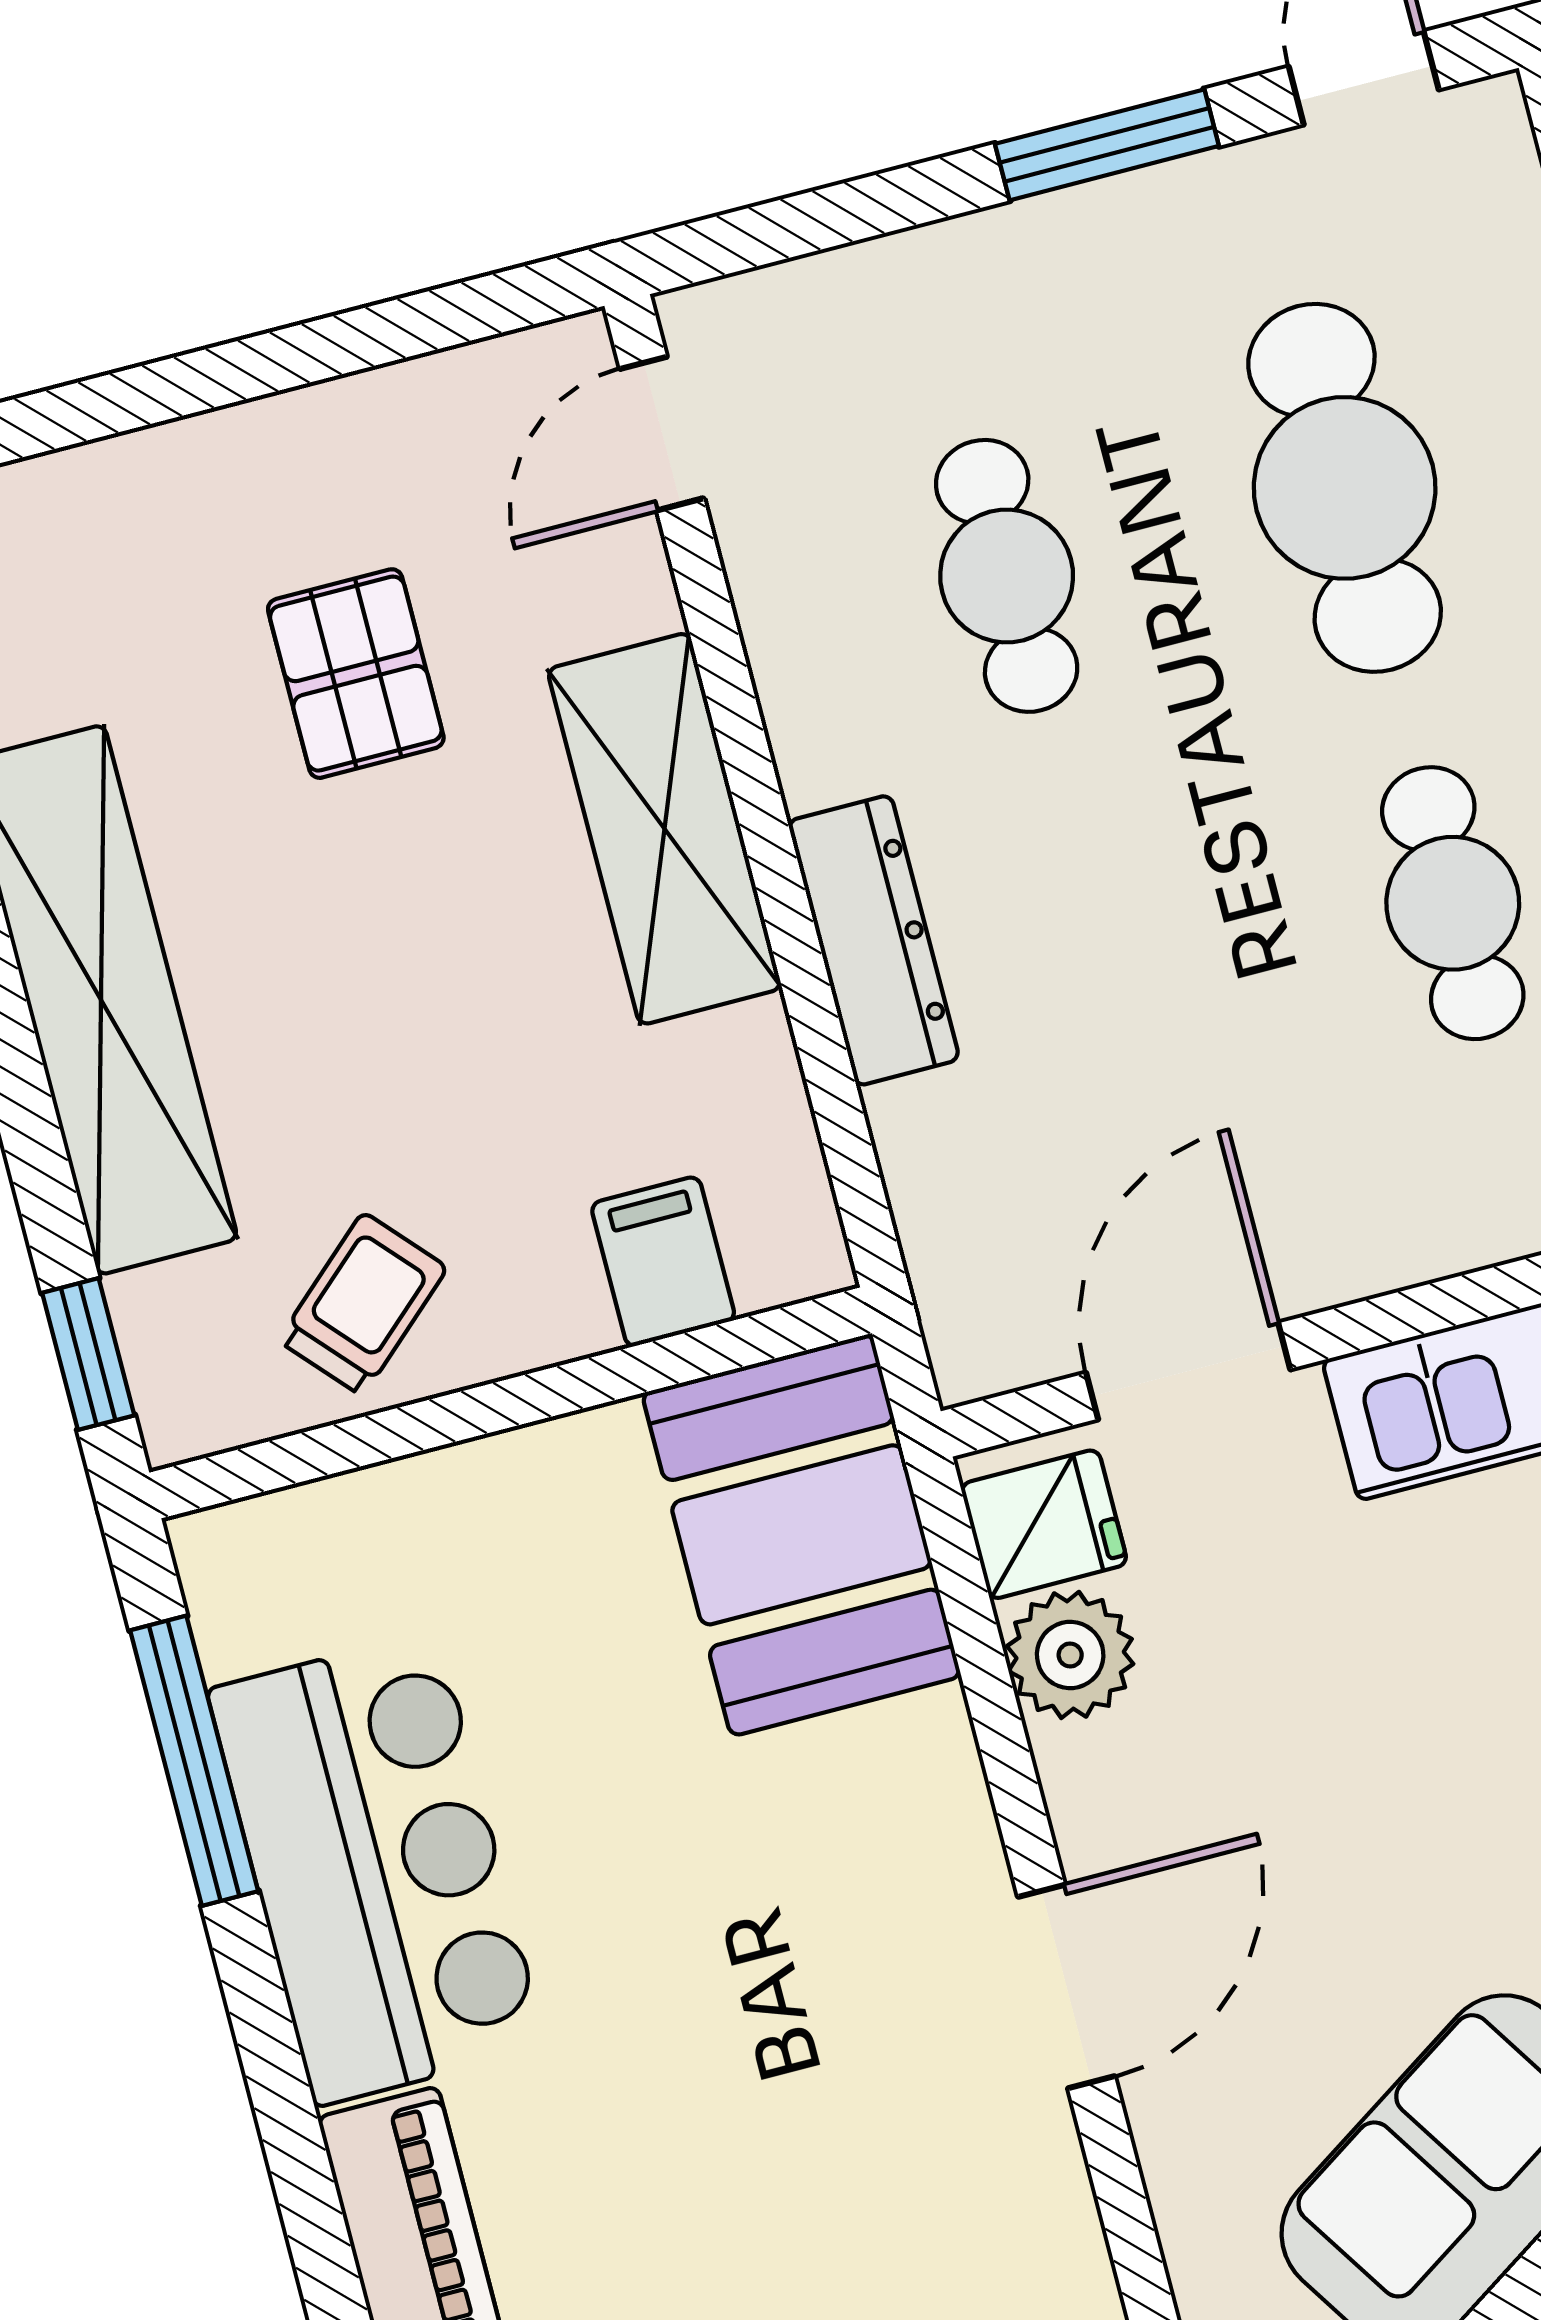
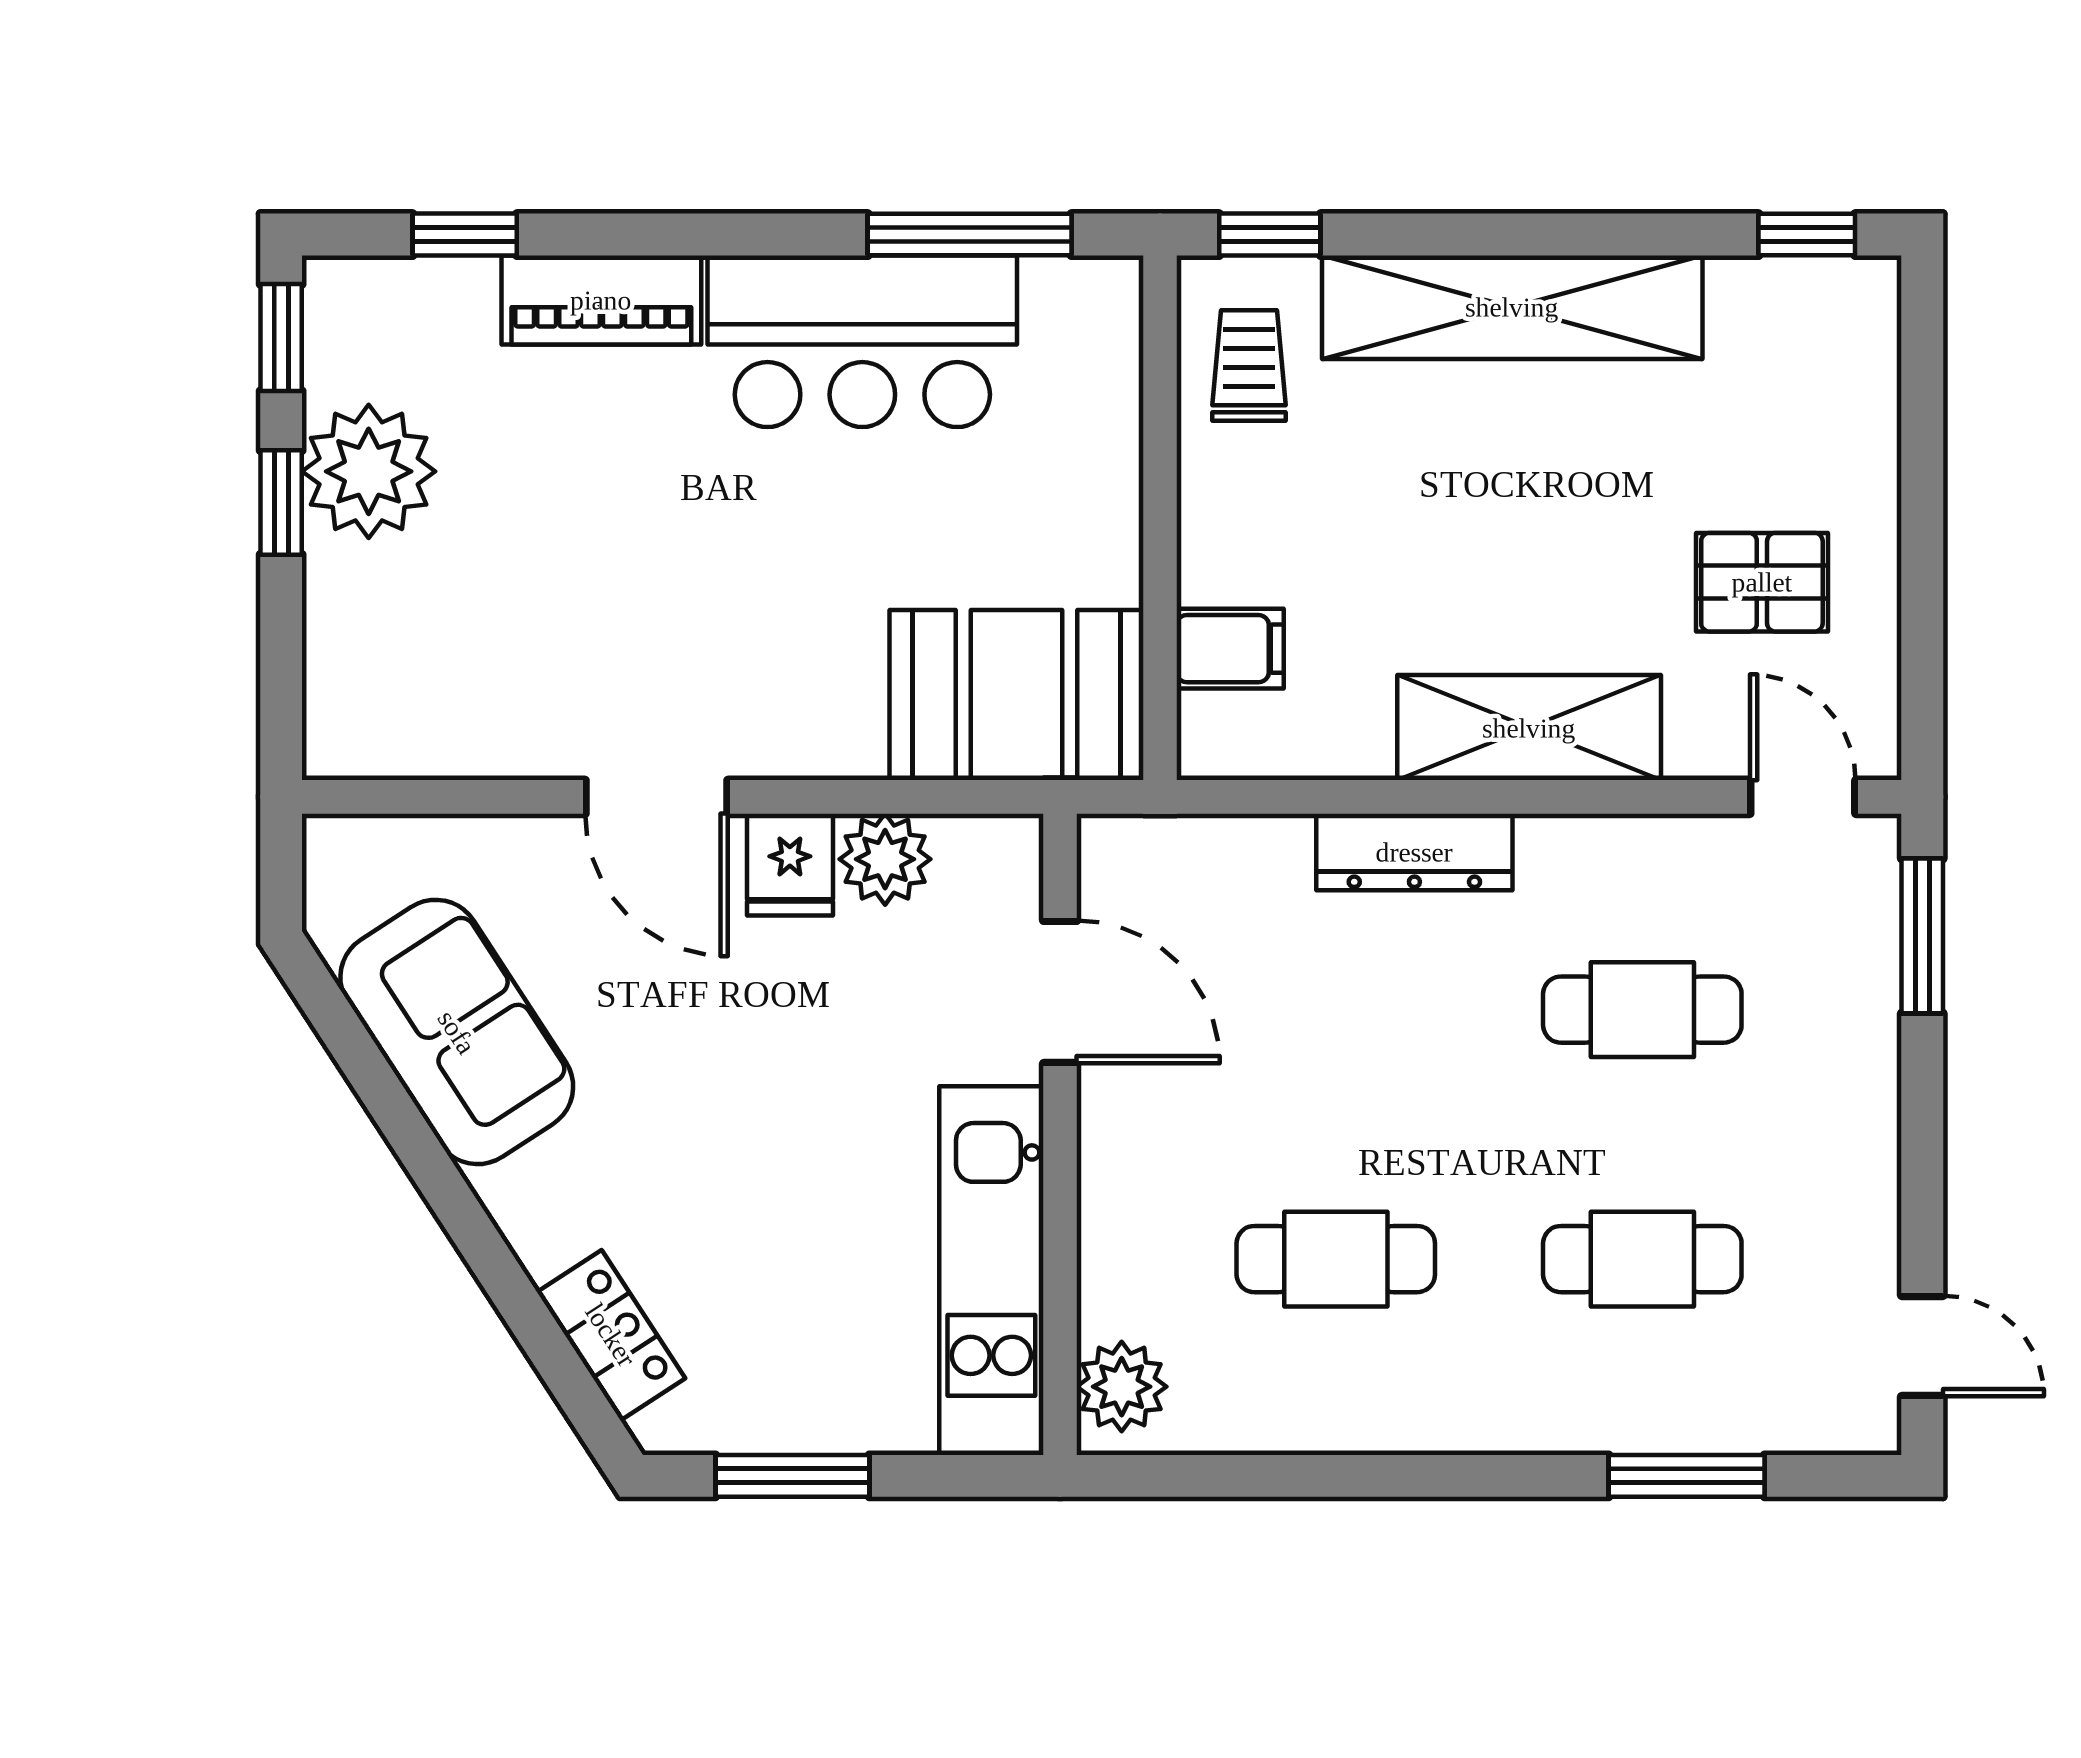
window: (1107, 145) -> (1922, 936), moved
cafe table: (1345, 488) -> (1642, 1259), width x0.73, depth x0.74
pallet: (356, 674) -> (1762, 582), moved
trolley: (363, 1304) -> (1249, 365), moved, turned -138
fridge: (1044, 1524) -> (790, 865), moved

